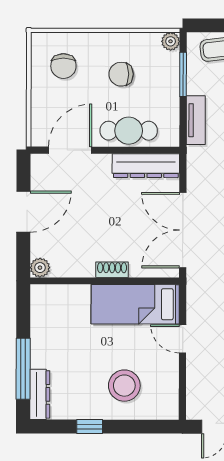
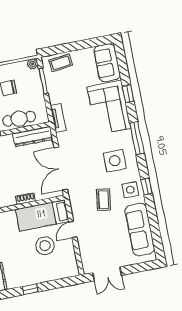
tv unit: (196, 120) -> (58, 118), moved
door: (183, 339) -> (73, 229), hinge flipped
stool: (124, 386) -> (45, 246), moved

